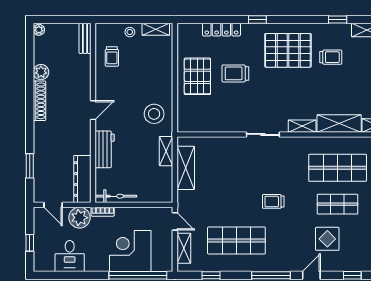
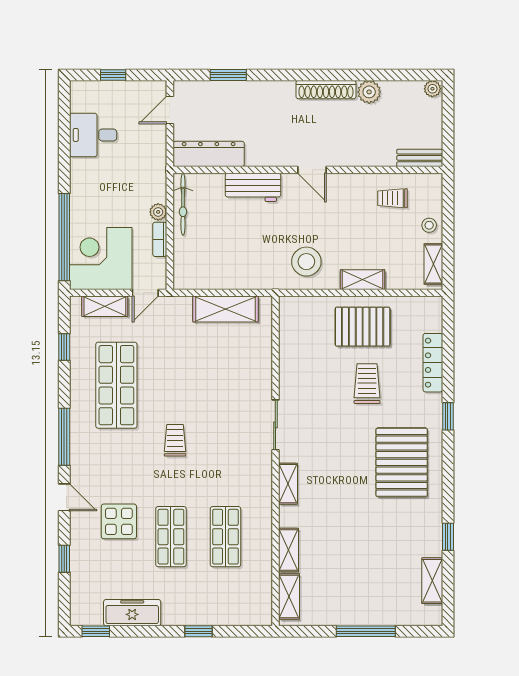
trolley: (331, 57) -> (391, 527), removed
shelving: (339, 124) -> (289, 550), width x0.67, depth x0.75
shelving: (166, 151) -> (363, 280), moved
shop shelf: (338, 168) -> (225, 537), width x0.70, depth x0.74
bookcase: (103, 212) -> (160, 239), moved
plant: (79, 218) -> (158, 212), moved, width x0.53, depth x0.53
corner desk: (130, 251) -> (101, 258), moved, turned -90

